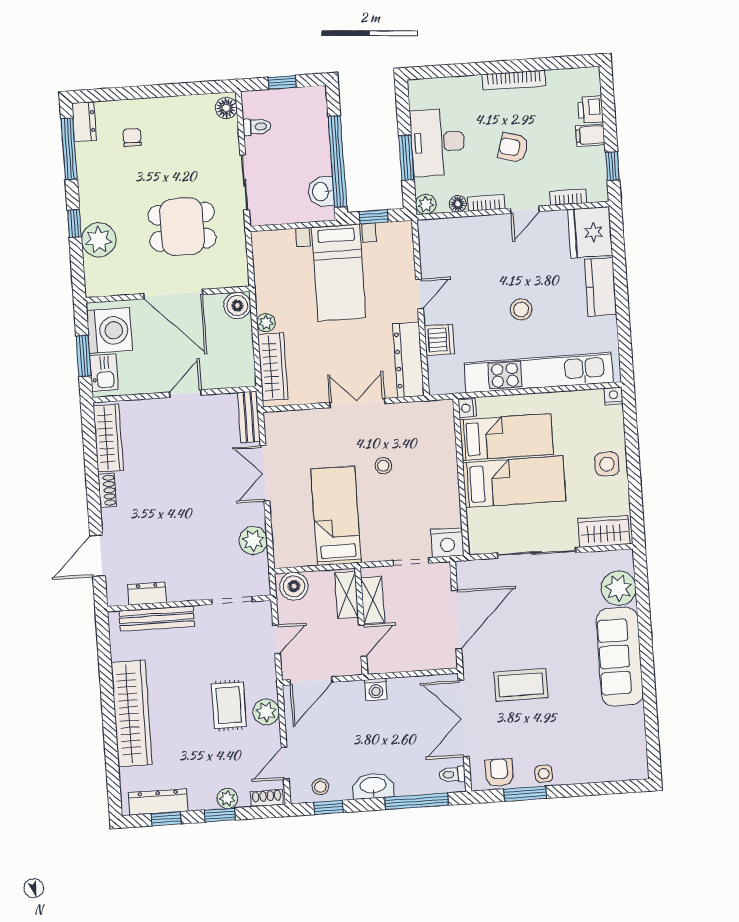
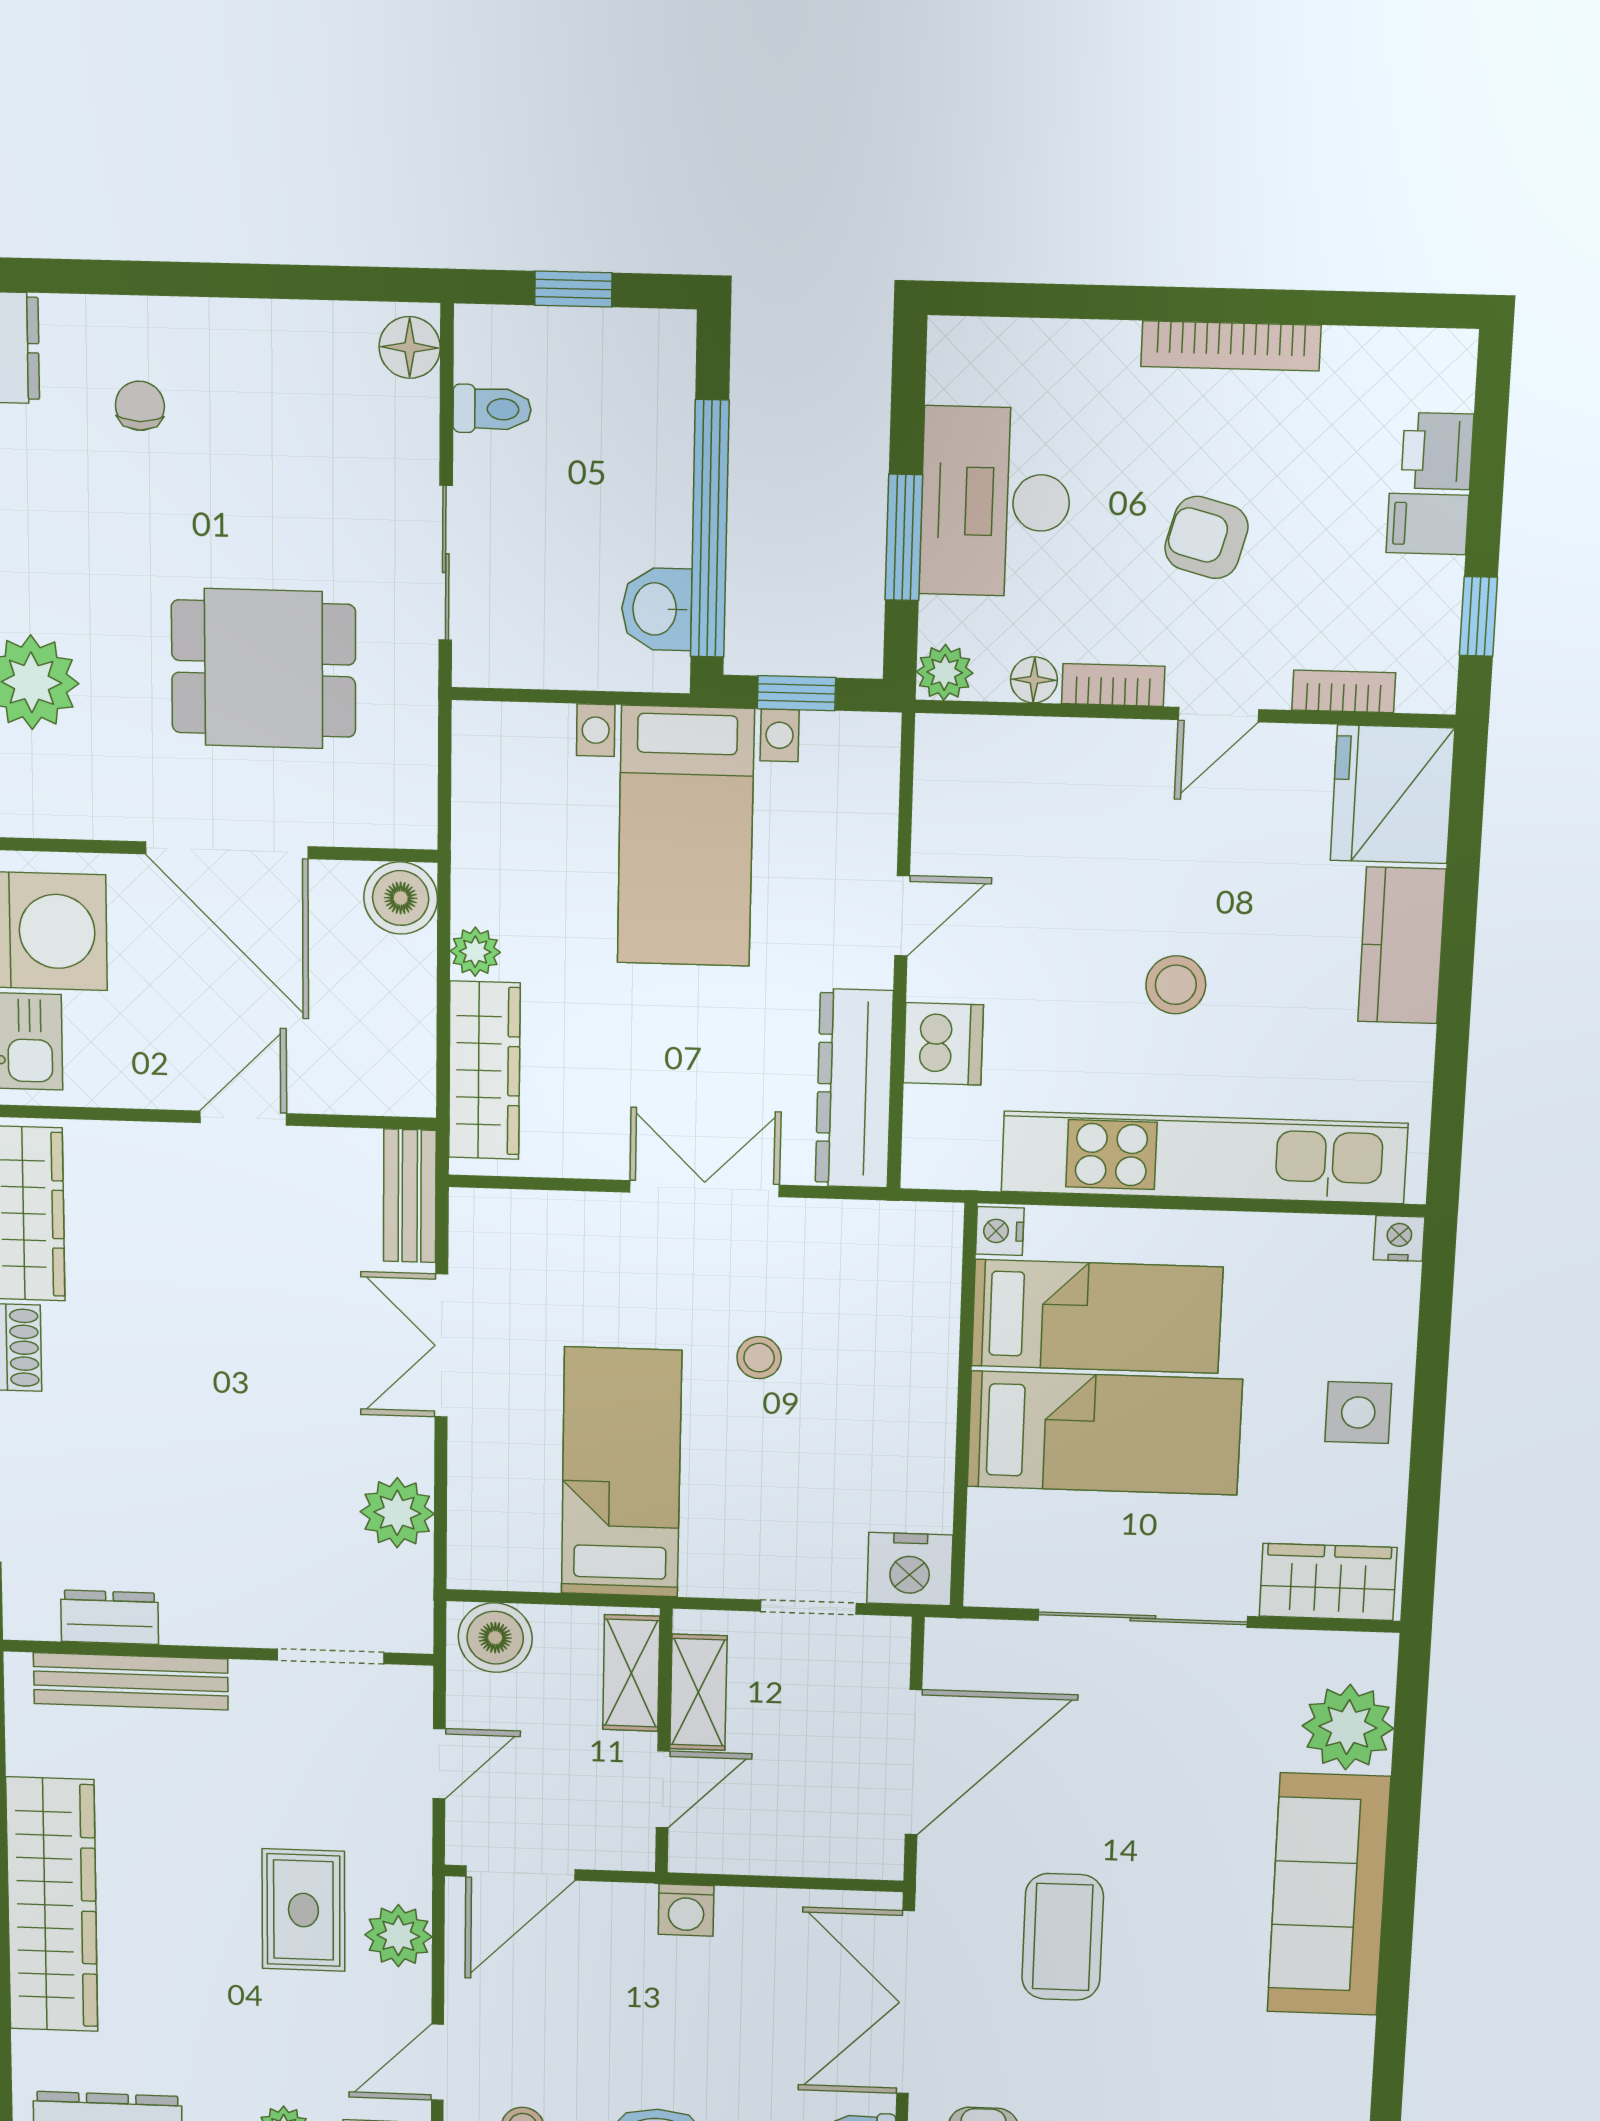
coffee table: (521, 685) -> (1063, 1937), turned 90

